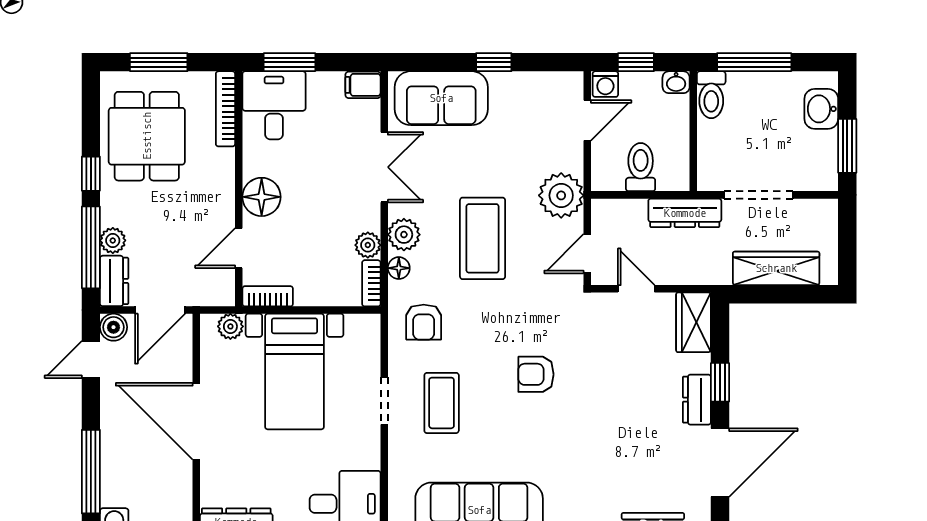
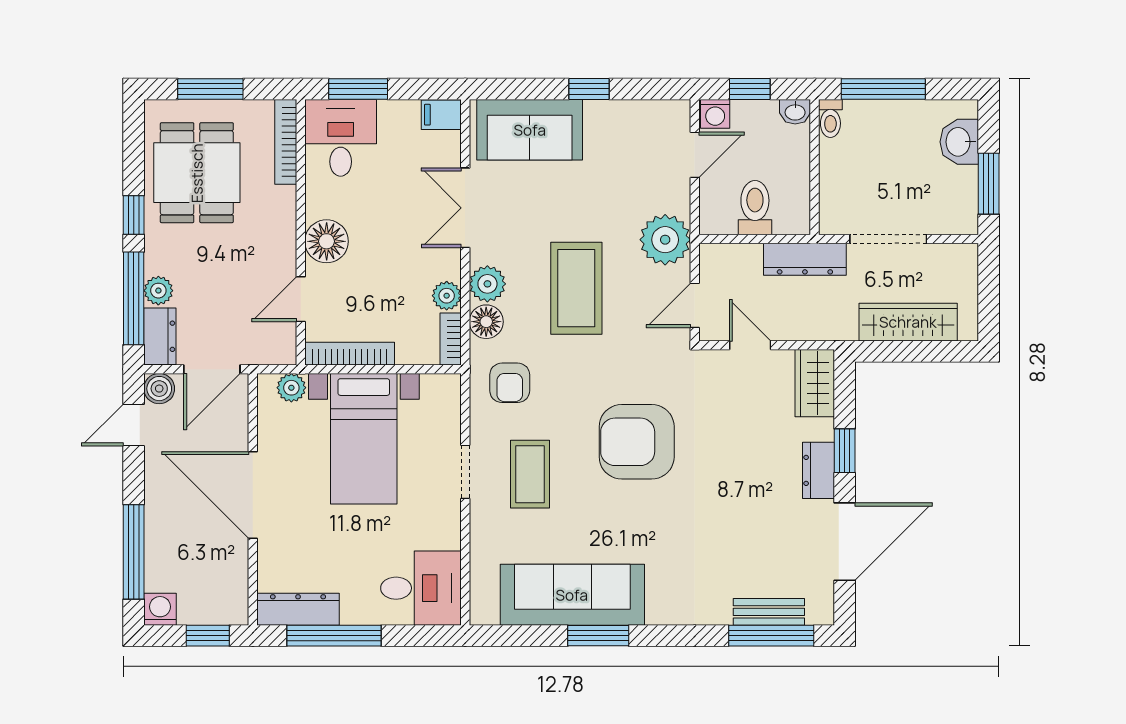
toilet: (711, 95) -> (830, 118), width x0.73, depth x0.72
double door: (384, 167) -> (465, 208), swing flipped
floor lamp: (399, 268) -> (486, 322), width x1.37, depth x1.37
bookcase: (268, 296) -> (350, 354), width x1.56
armchair: (536, 374) -> (637, 442), width x1.88, depth x1.88

